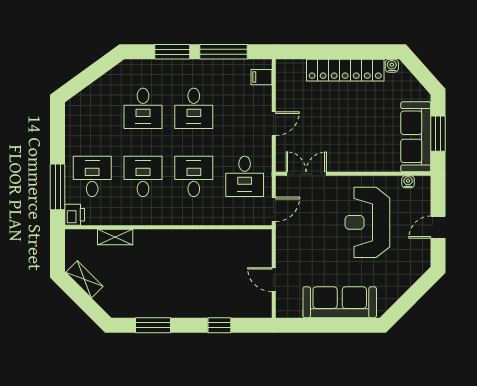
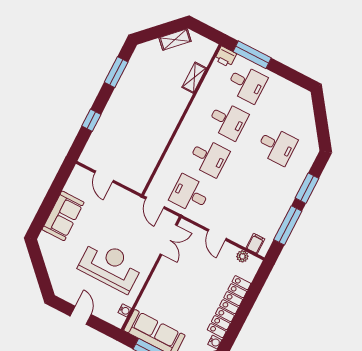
plant: (283, 84) -> (242, 256), added
desk: (143, 108) -> (277, 146), turned 180
desk: (194, 108) -> (258, 183), removed
door: (274, 280) -> (104, 177), swing flipped
sofa: (340, 302) -> (63, 216), width x0.73

